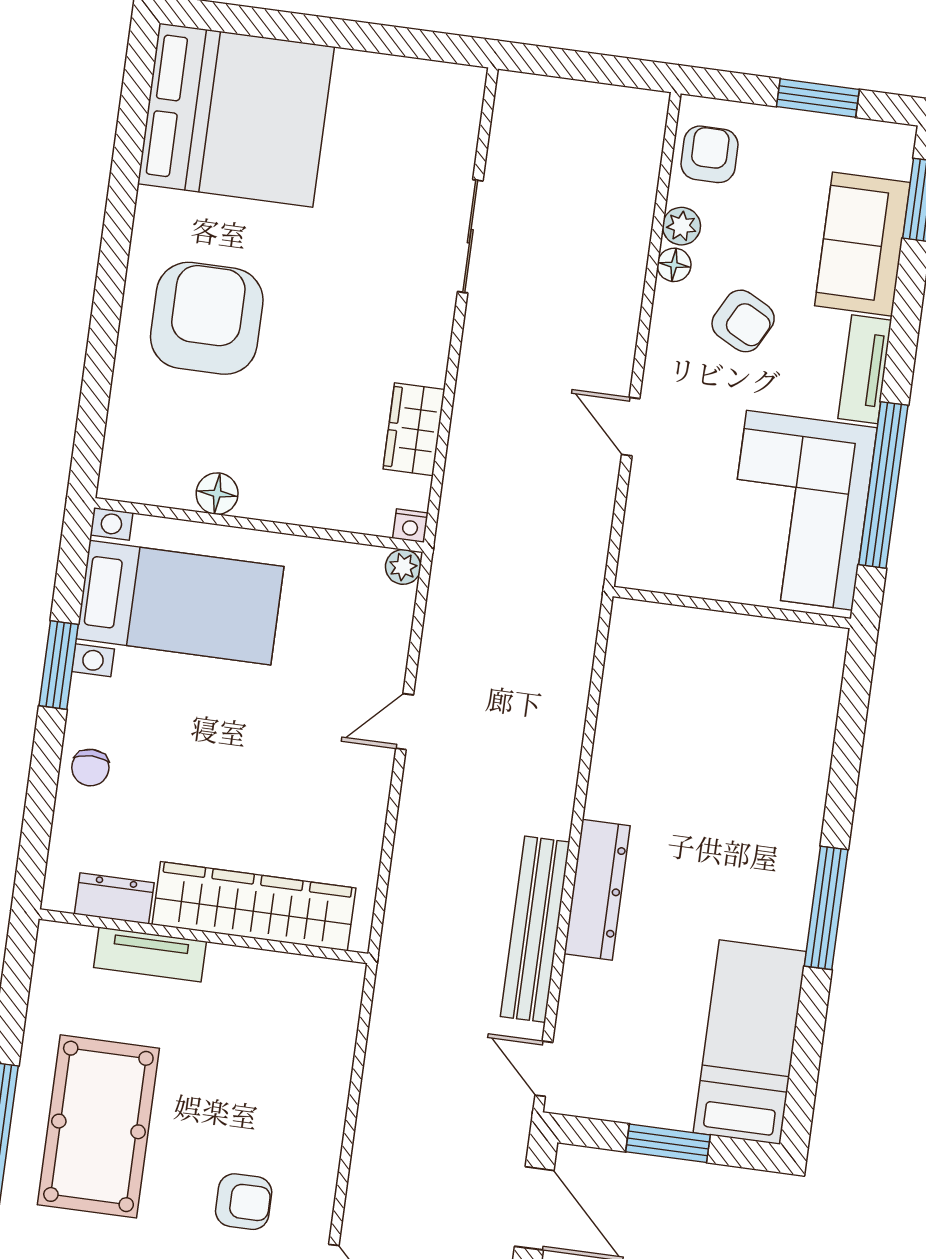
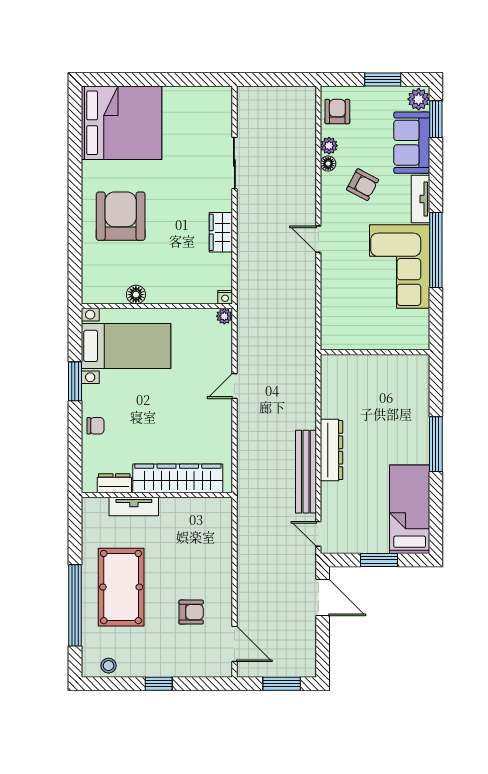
plant: (890, 151) -> (419, 99), added
wardrobe: (414, 429) -> (221, 232), moved
wall: (732, 608) -> (375, 352), moved
chair: (90, 768) -> (96, 426), turned -90

